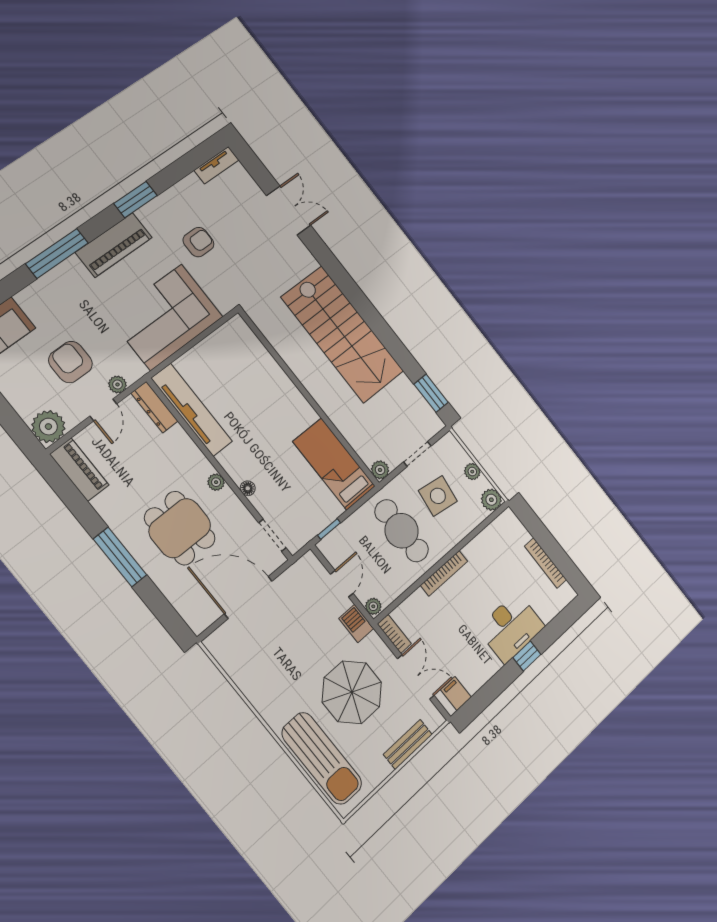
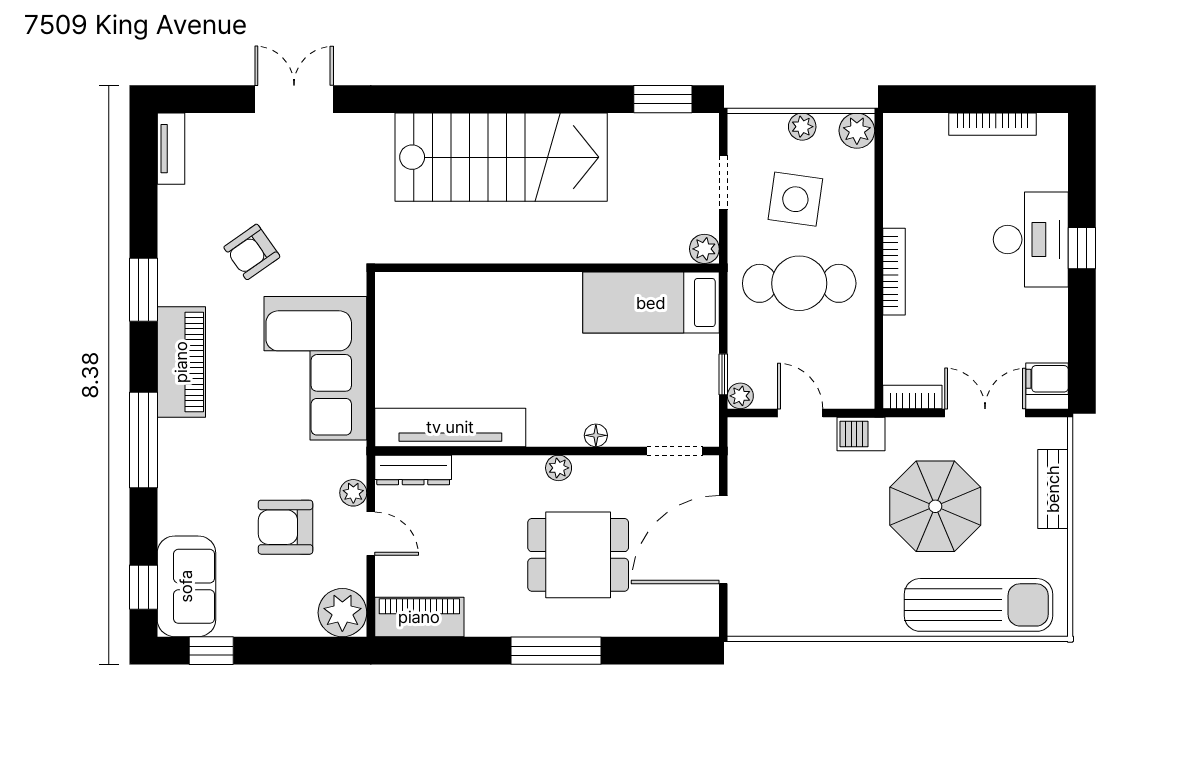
armchair: (198, 242) -> (252, 252), turned -125
plant: (373, 606) -> (740, 396), moved

